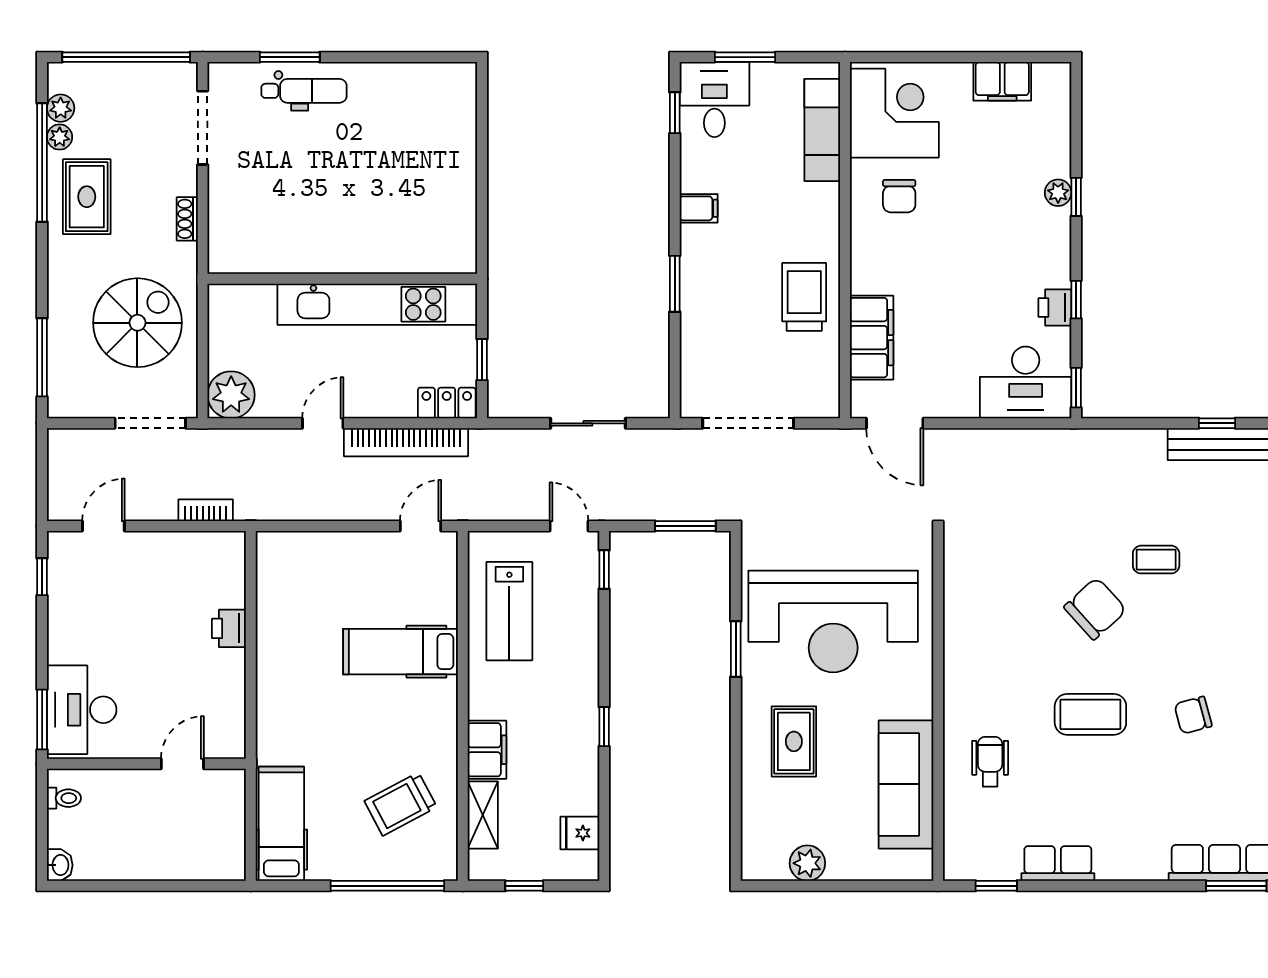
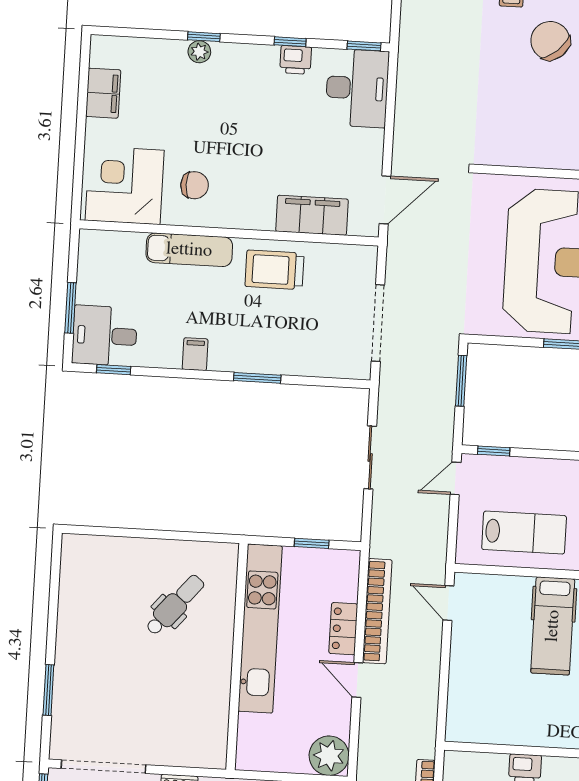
dental chair: (304, 91) -> (175, 605), moved, turned 40
doorway: (203, 128) -> (103, 767), width x1.36
exam couch: (822, 130) -> (189, 250), moved
locker: (447, 403) -> (343, 629), moved

